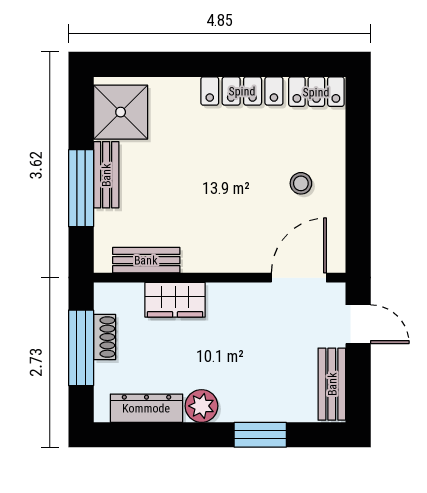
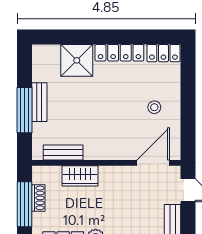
shower: (121, 112) -> (77, 60), moved

